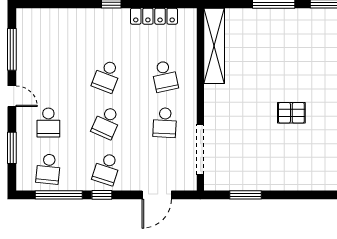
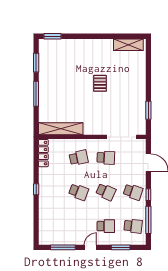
locker: (154, 16) -> (43, 153), moved

